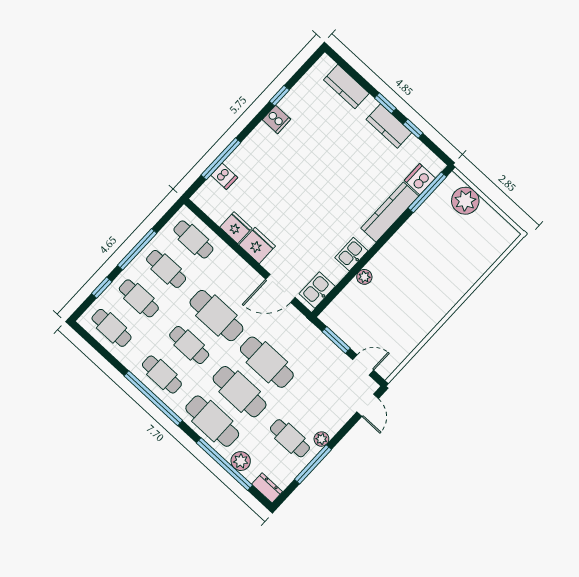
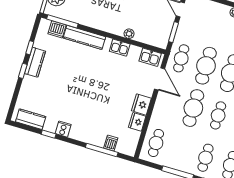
kitchen counter: (346, 87) -> (31, 119), moved, turned -90
cafe table: (166, 269) -> (181, 58), moved

